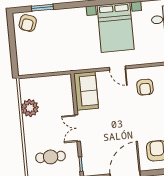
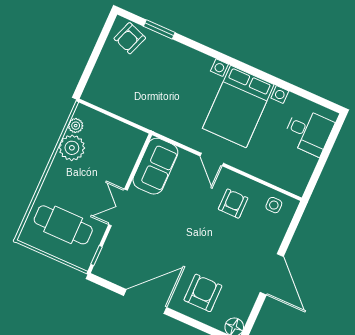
armchair: (145, 87) -> (233, 204), turned 180
plant: (25, 93) -> (76, 126), added
cafe table: (51, 157) -> (63, 225), width x1.37, depth x1.35

